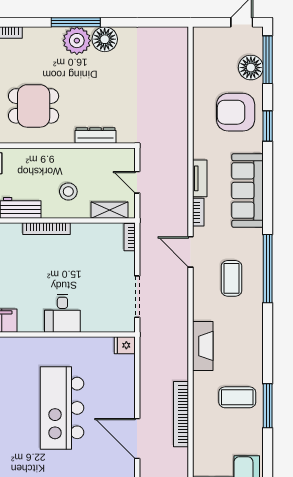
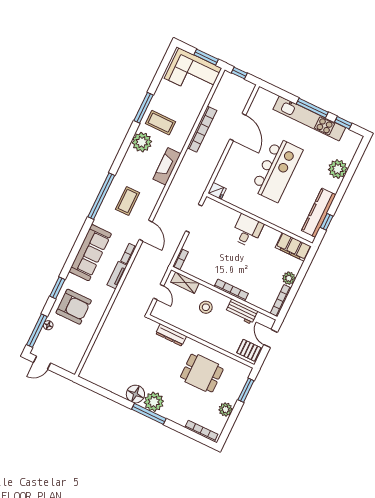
floor lamp: (251, 68) -> (48, 325), width x0.53, depth x0.53
plant: (249, 361) -> (142, 142), added

